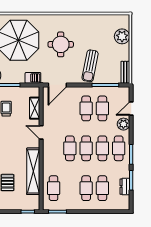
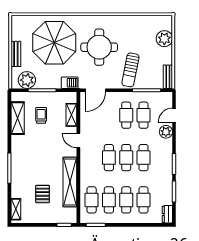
round table: (61, 44) -> (99, 47), width x1.36, depth x1.36
cafe table: (119, 148) -> (109, 200), moved
dresser: (125, 187) -> (167, 214), moved

